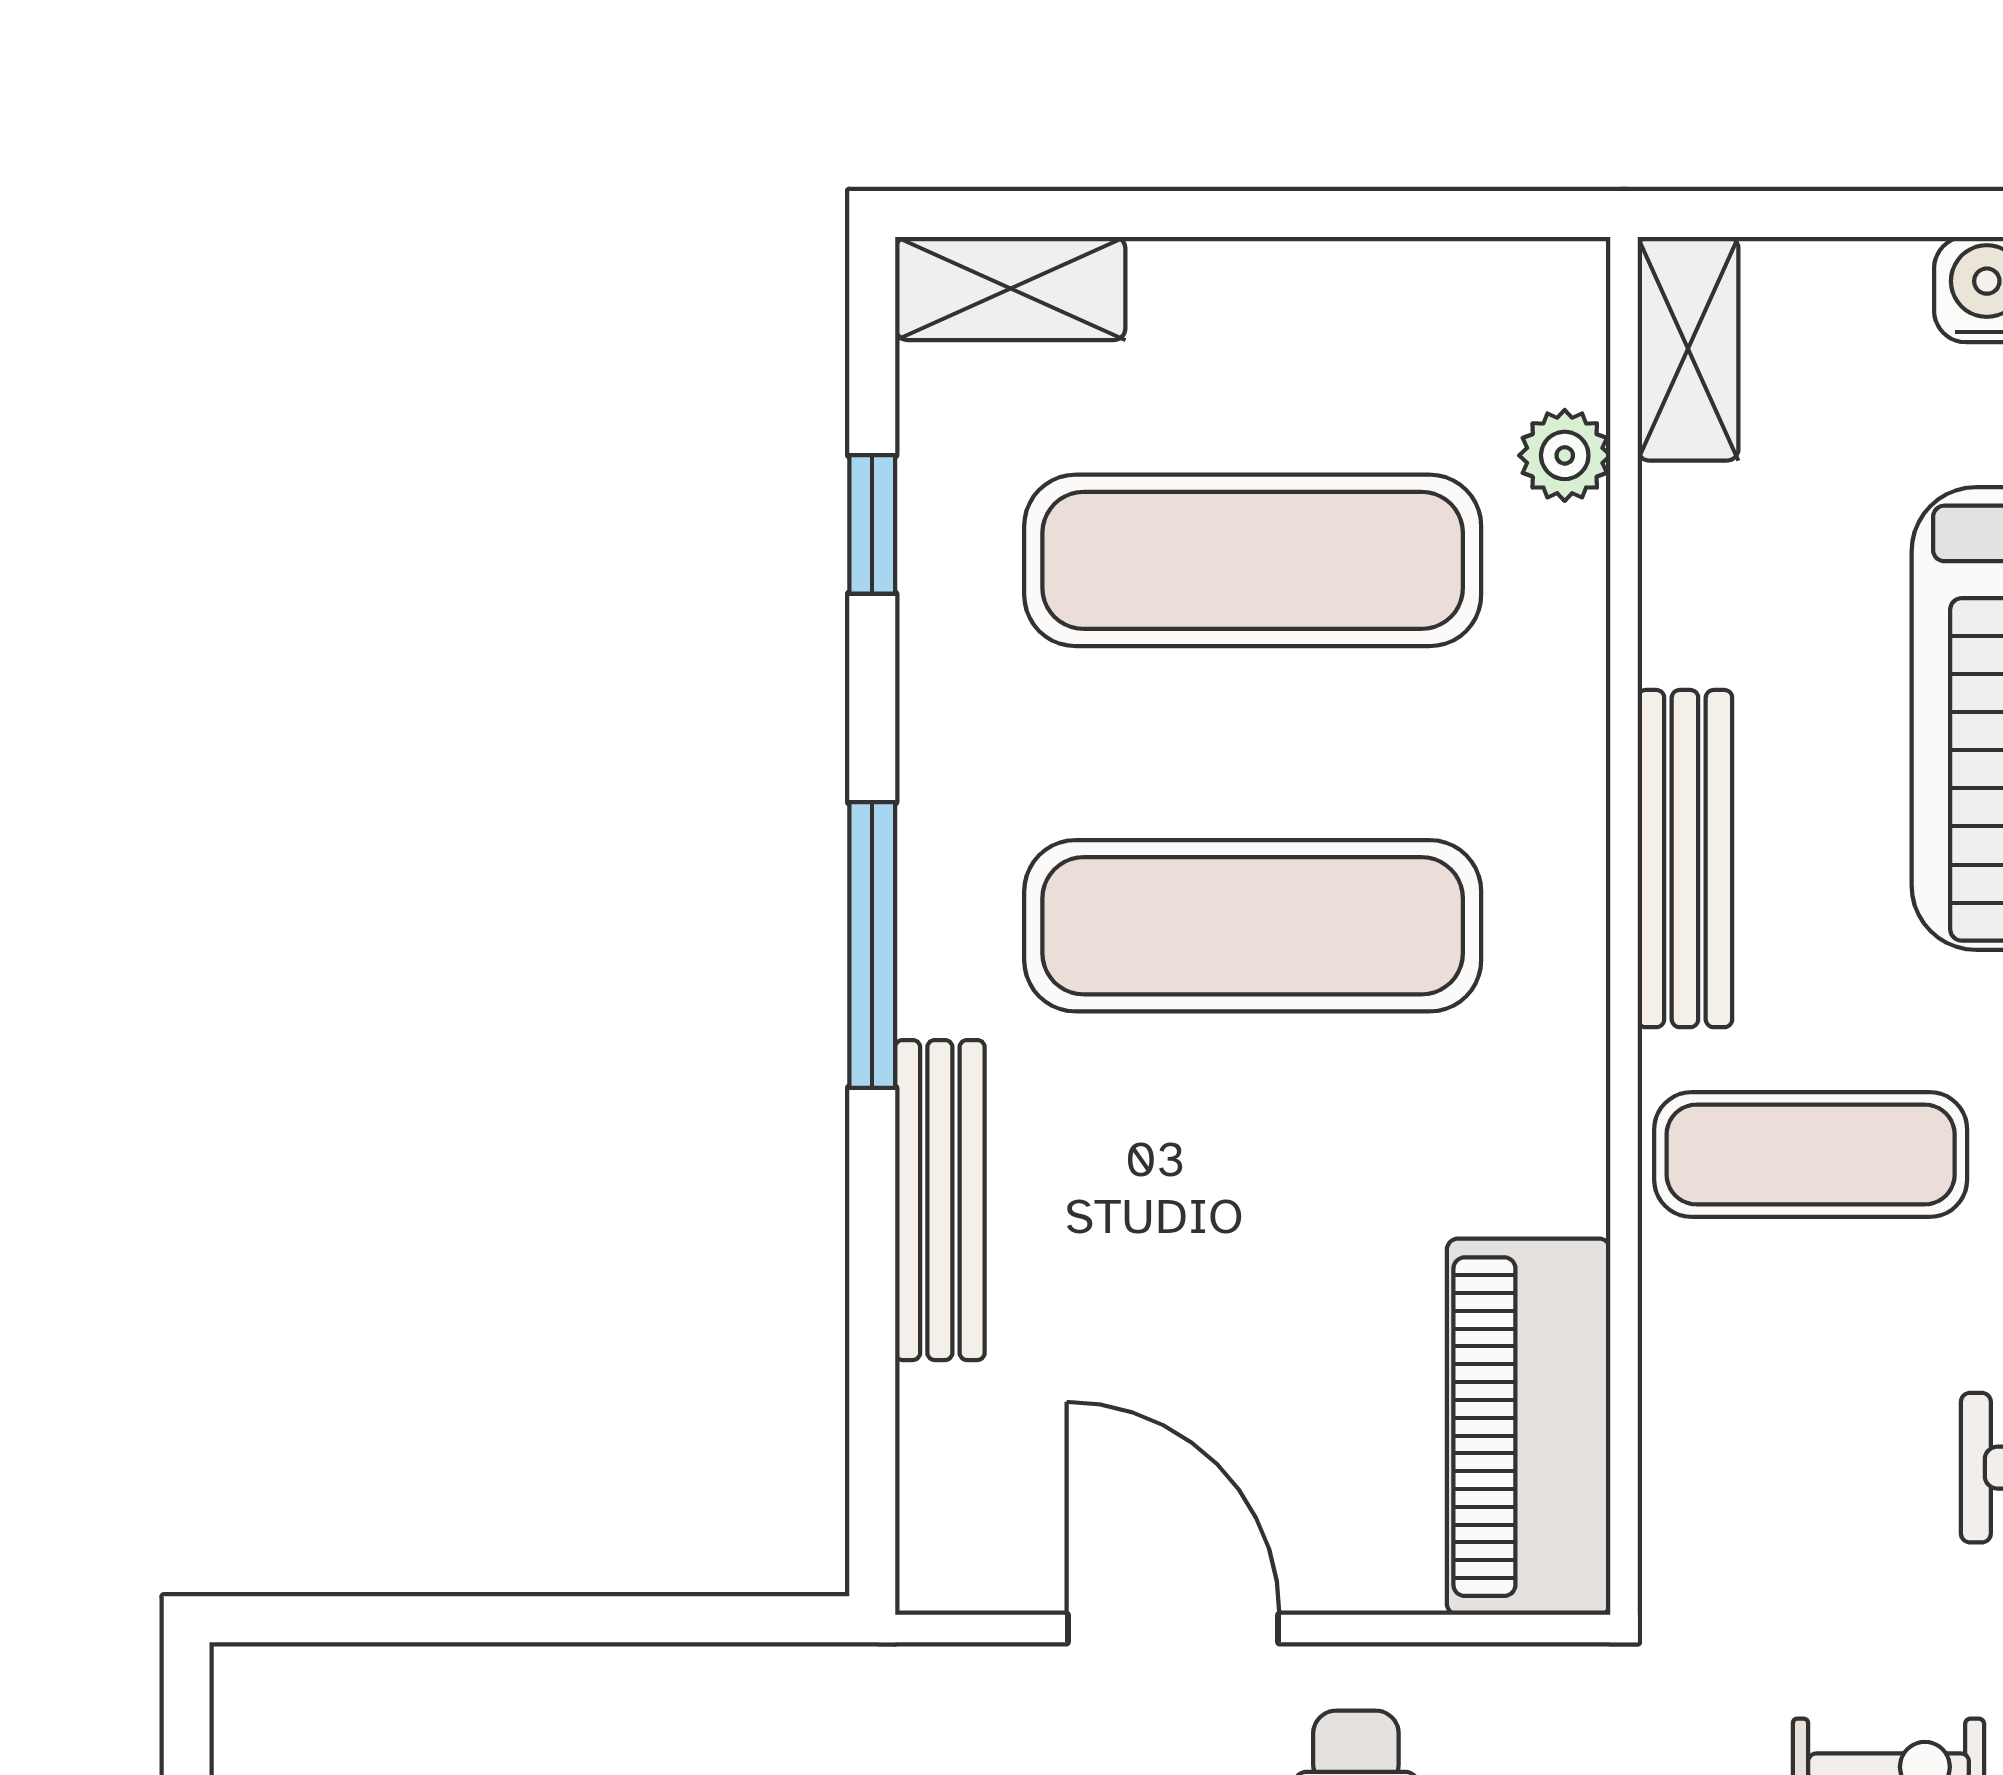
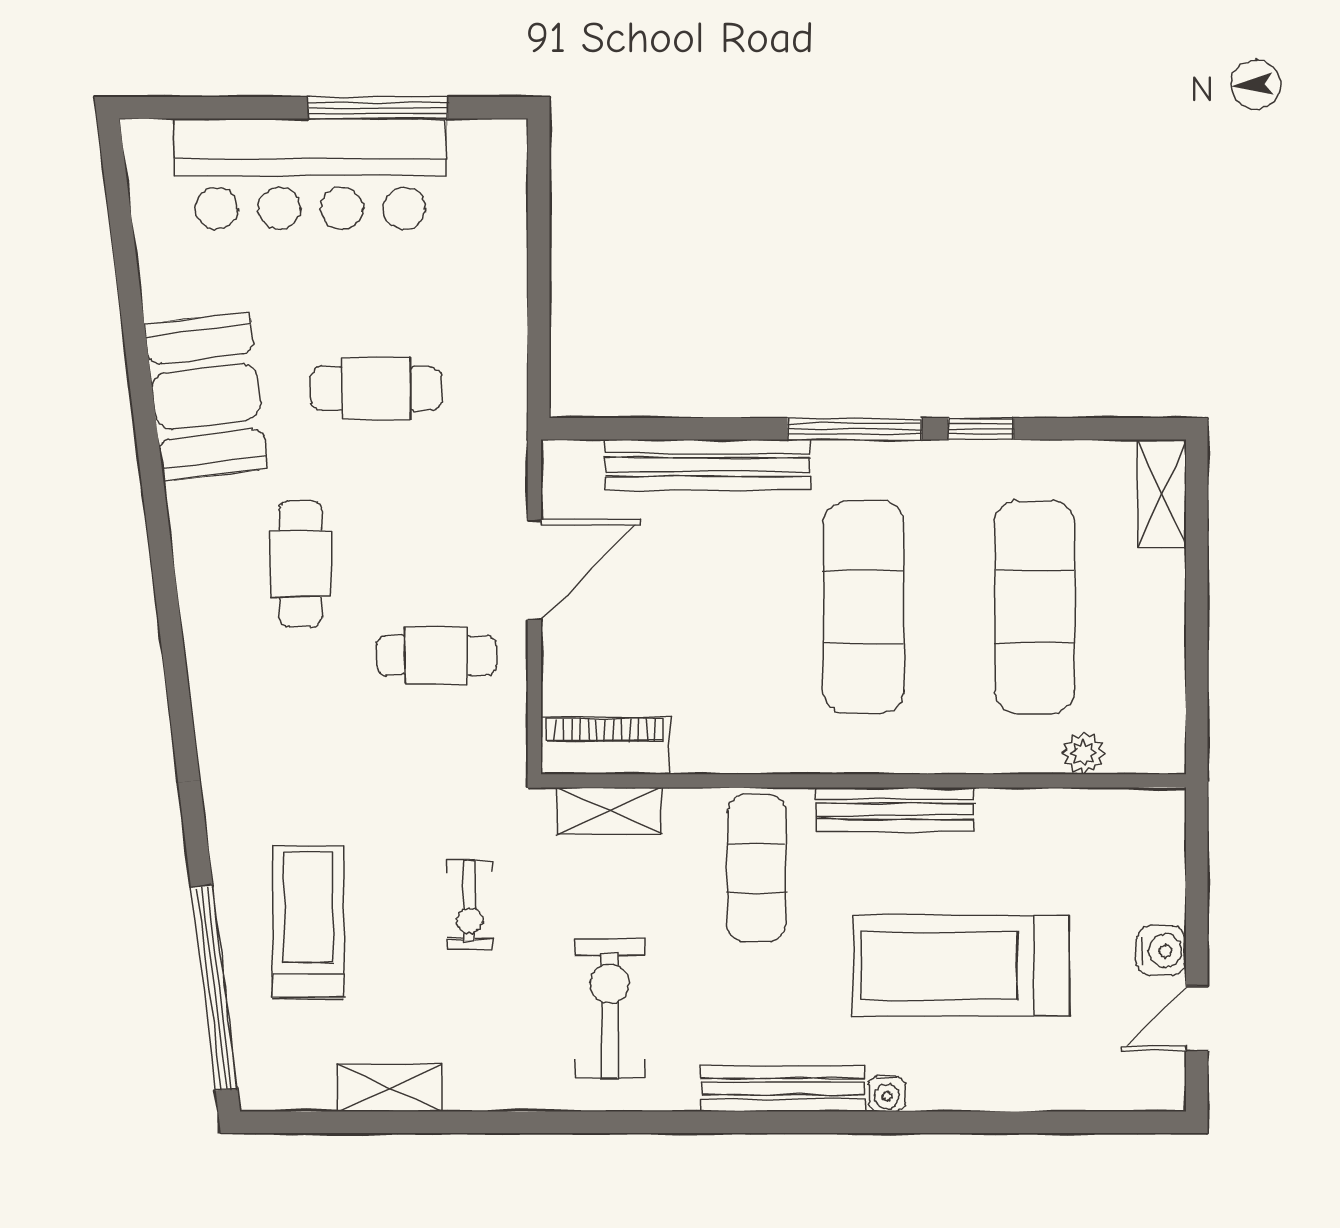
shelving: (1688, 349) -> (609, 811), moved
window: (872, 524) -> (981, 429), moved
bench: (940, 1200) -> (708, 465), width x1.37, depth x1.21
piano: (1529, 1427) -> (605, 746), width x0.73, depth x0.75

